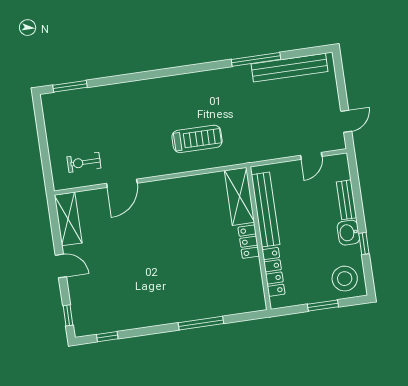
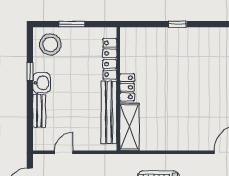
window: (201, 323) -> (177, 24), width x0.46

